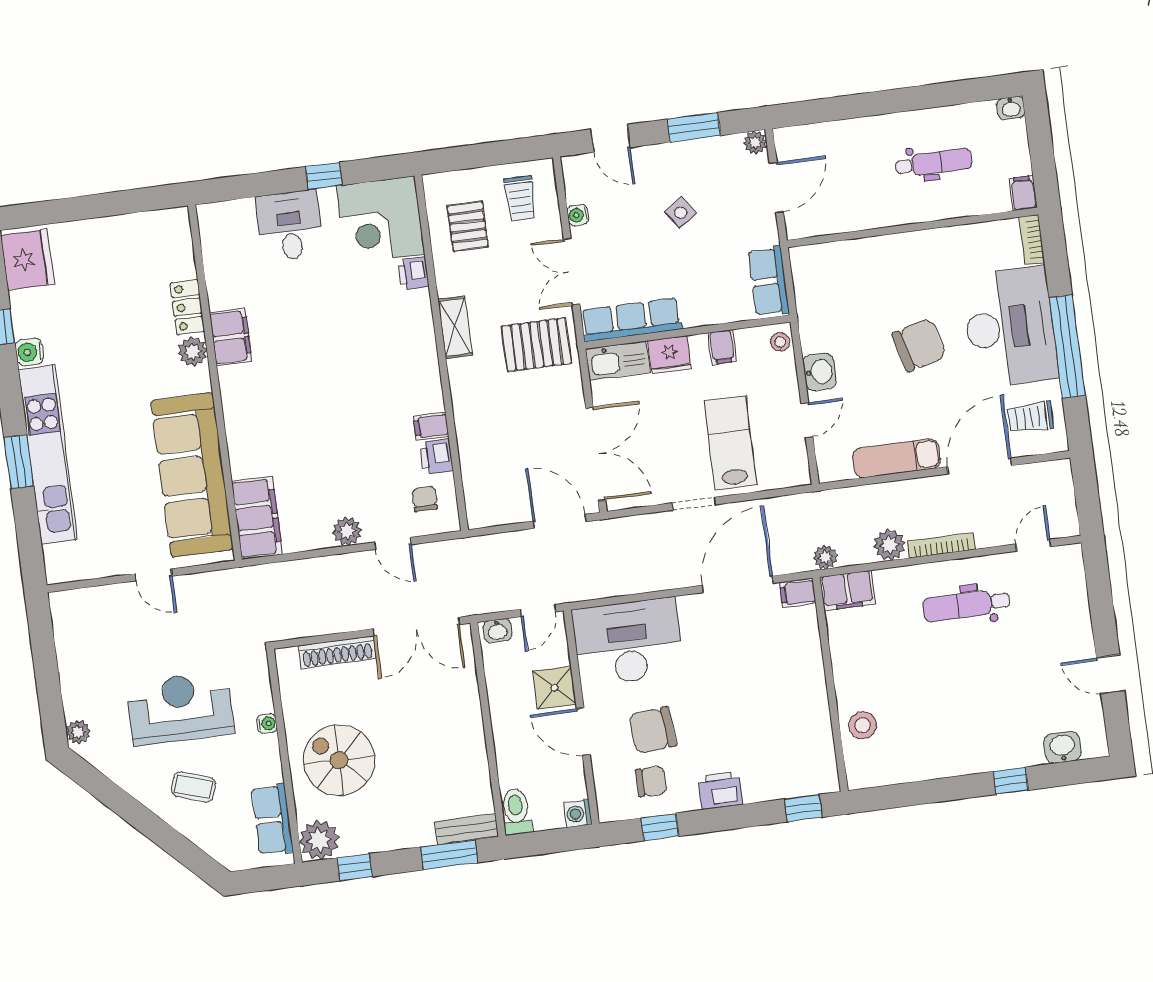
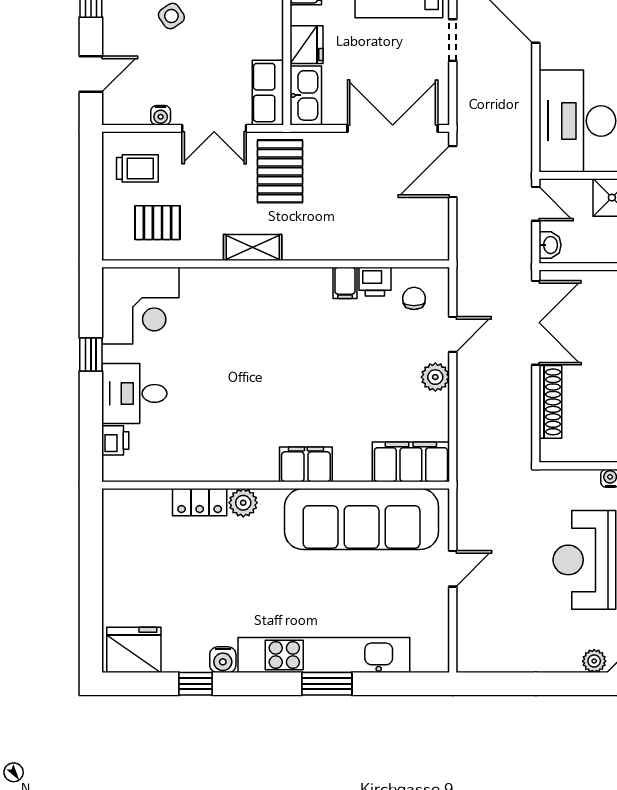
printer: (413, 273) -> (115, 440), moved, turned -90
row of seats: (631, 320) -> (268, 93), width x0.68
filing cabinet: (231, 337) -> (306, 464), moved
chair: (425, 499) -> (414, 298), turned 90

